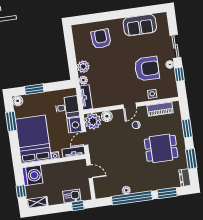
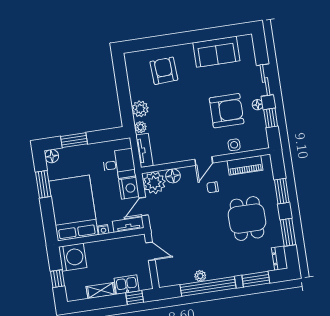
dining table: (161, 148) -> (247, 219), turned 90
shelving: (37, 202) -> (101, 290), moved

